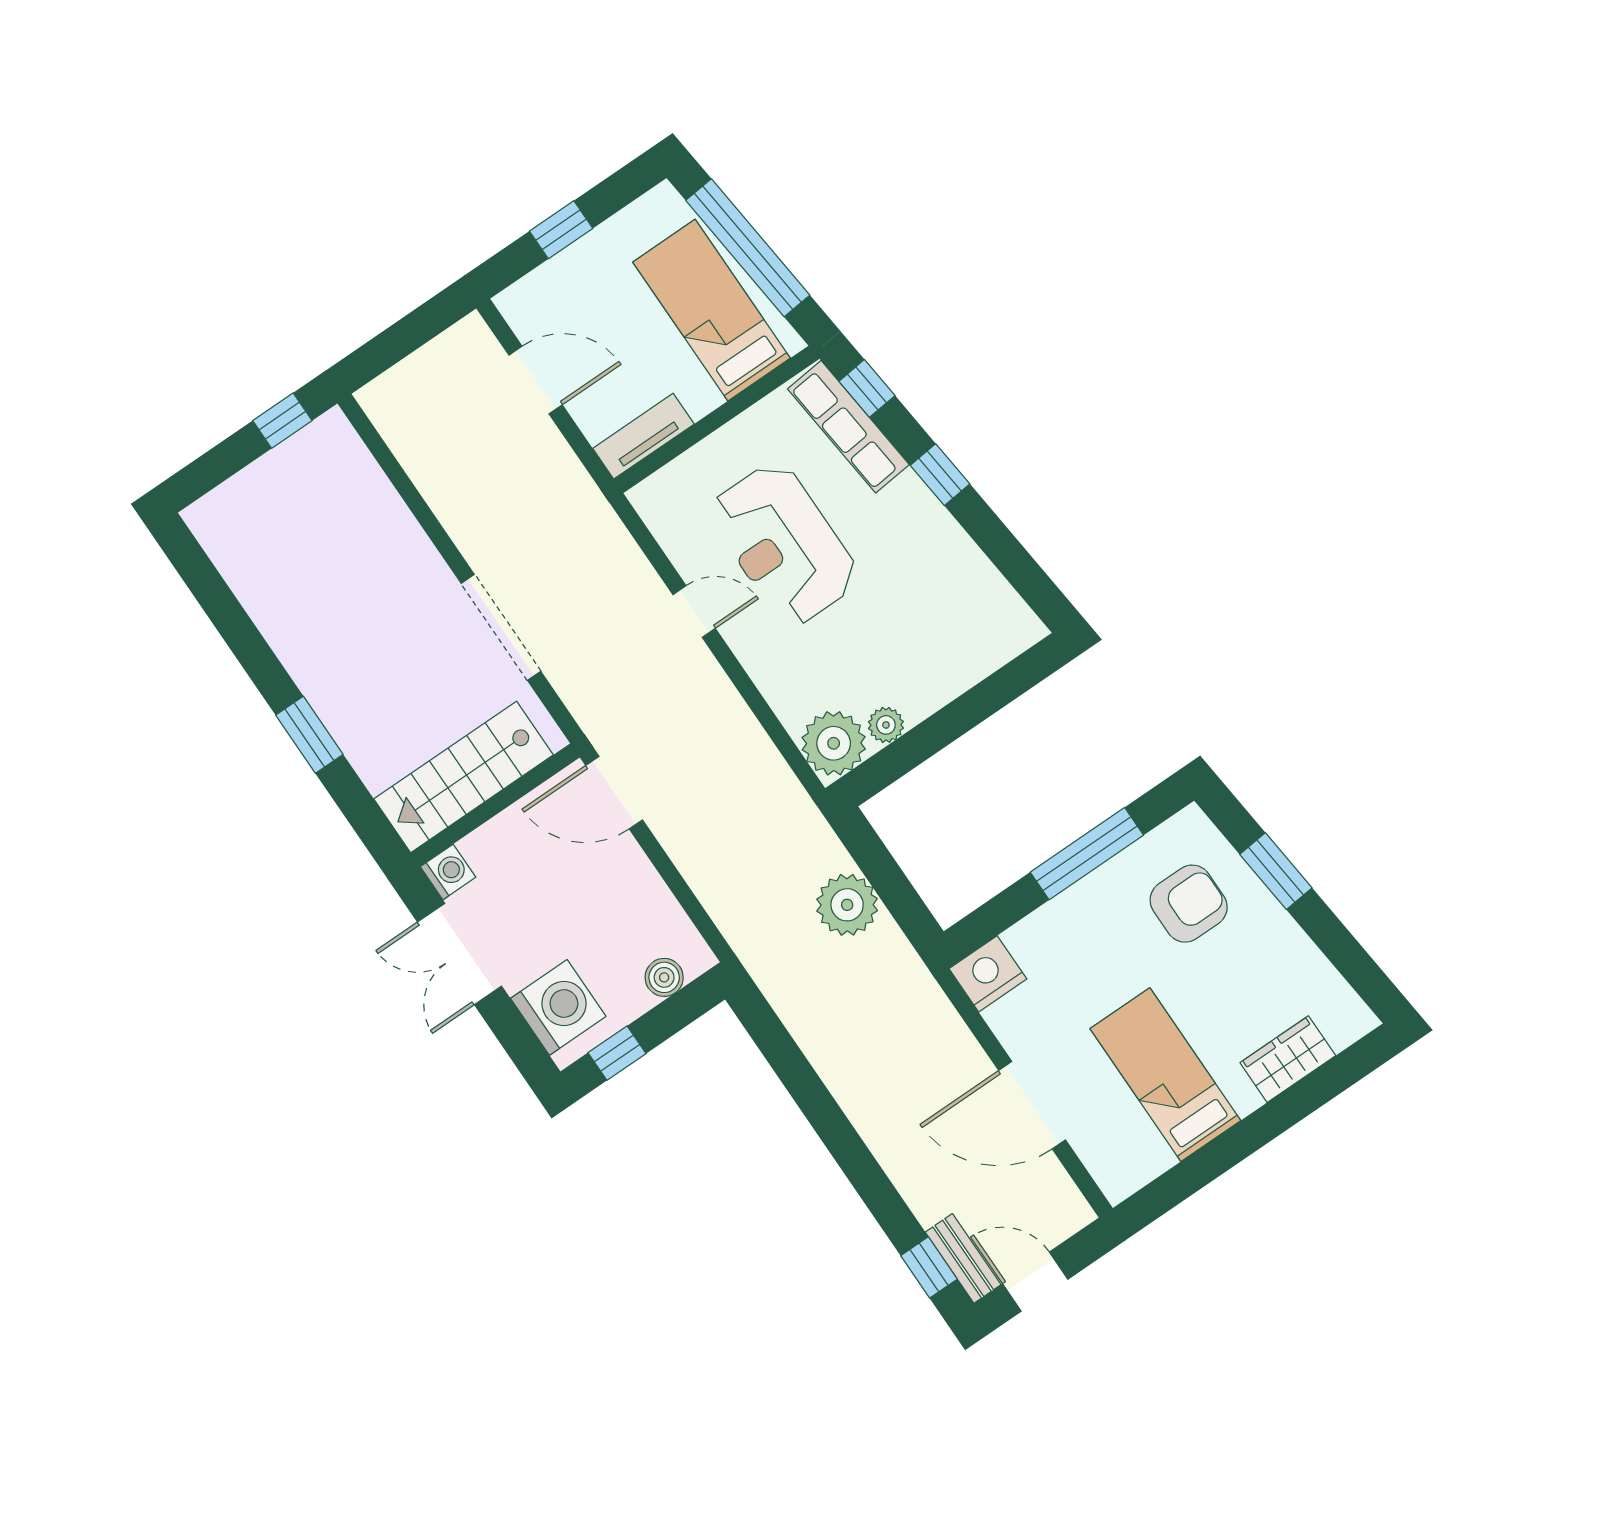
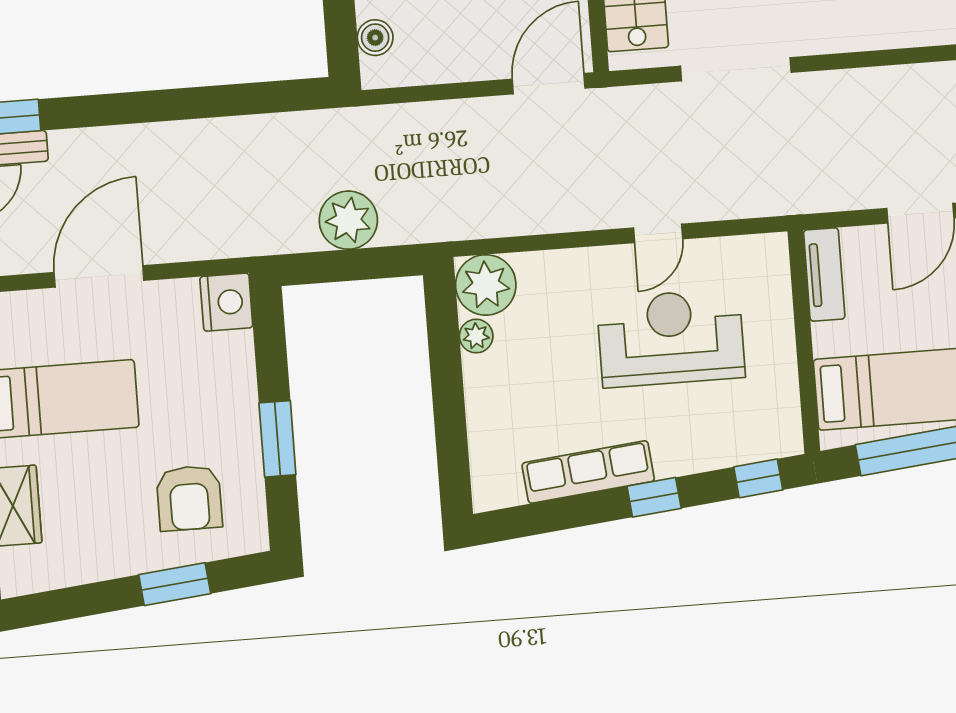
row of seats: (848, 427) -> (588, 472), moved
window: (1087, 854) -> (277, 439), width x0.69

